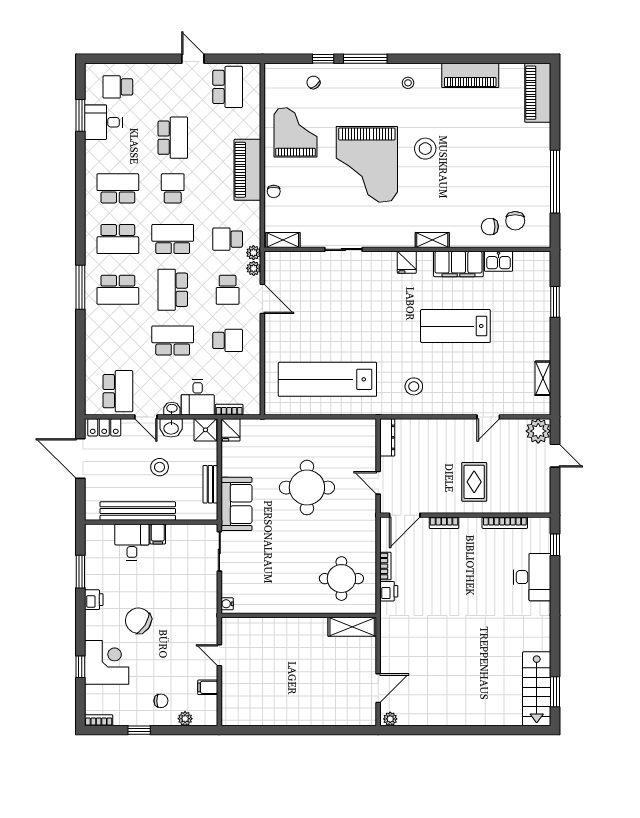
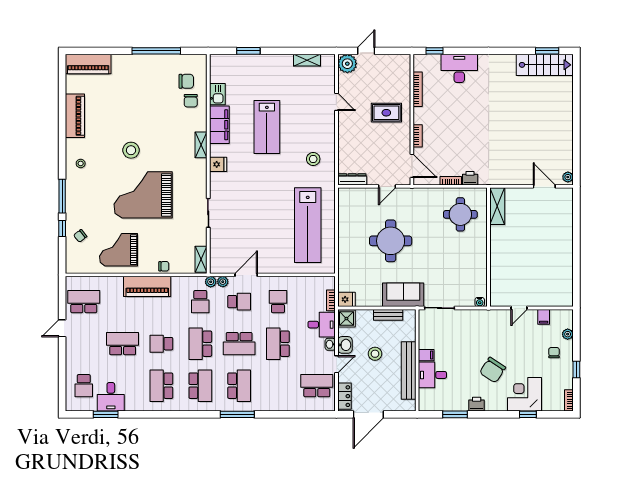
grand piano: (367, 164) -> (143, 195), turned 180

